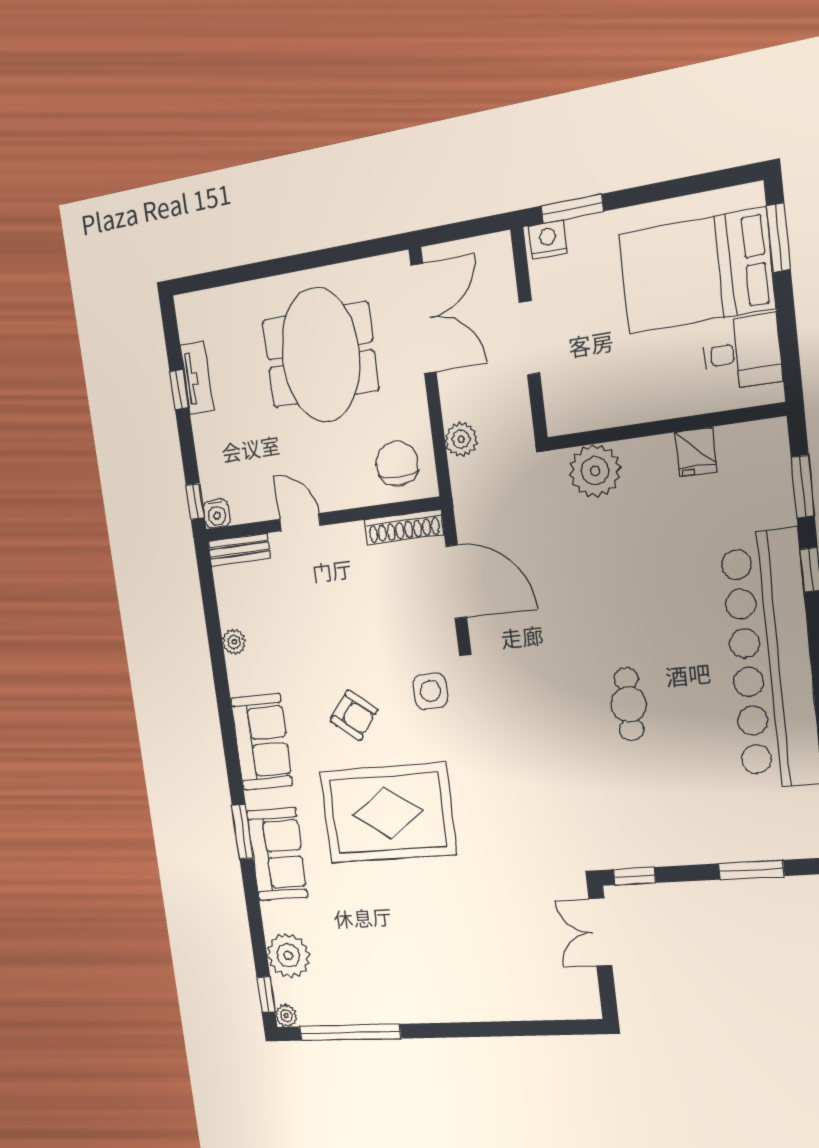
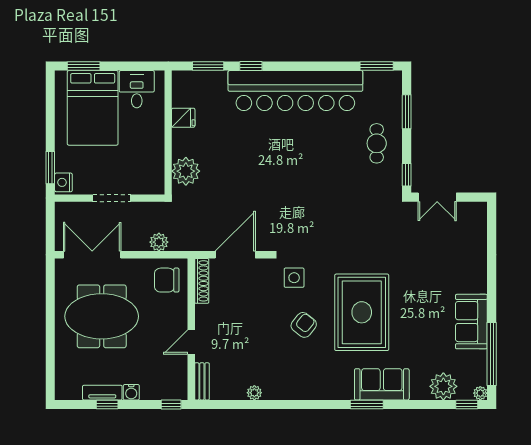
water cooler: (217, 514) -> (131, 392), moved, turned 90
cafe table: (629, 704) -> (377, 143), moved, turned 90
sofa: (262, 742) -> (471, 322), moved, turned -90

